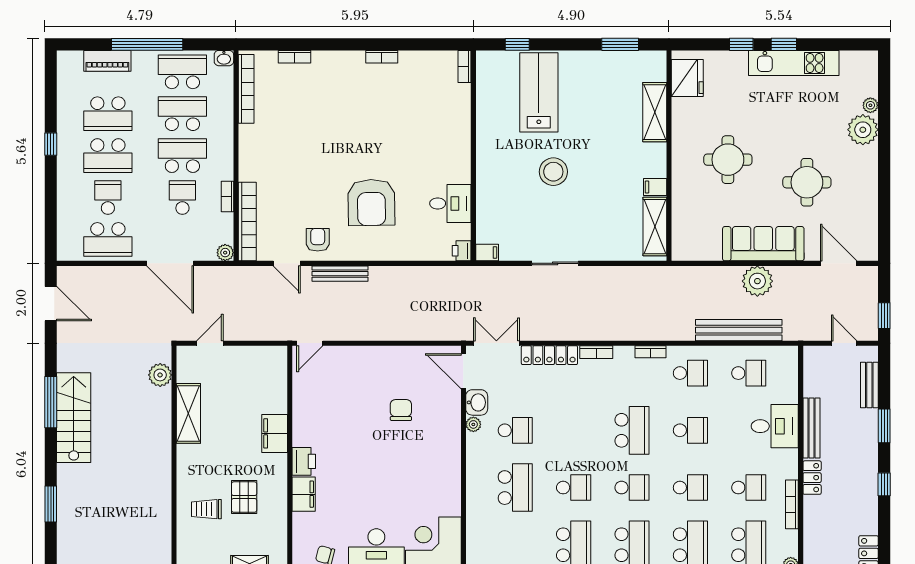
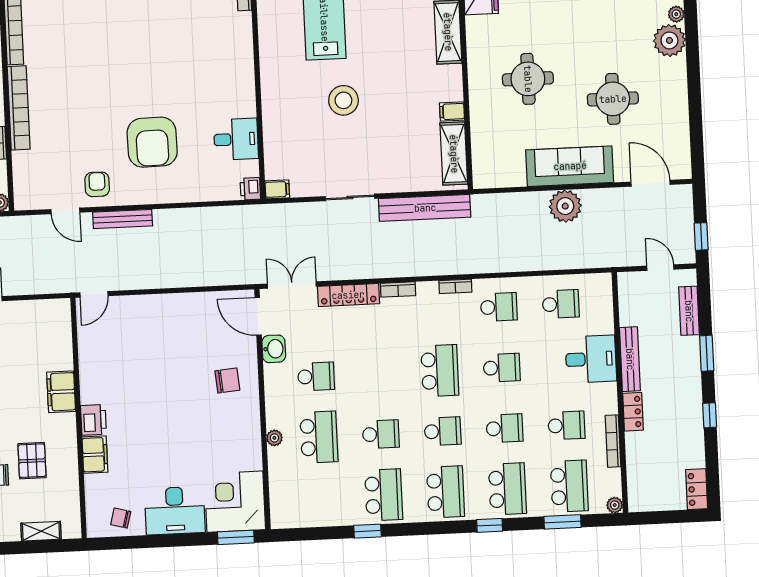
bookcase: (247, 222) -> (19, 108), moved
bench: (739, 330) -> (425, 208), moved
chair: (401, 410) -> (227, 380), moved, turned 85
plant: (473, 424) -> (274, 438), moved

